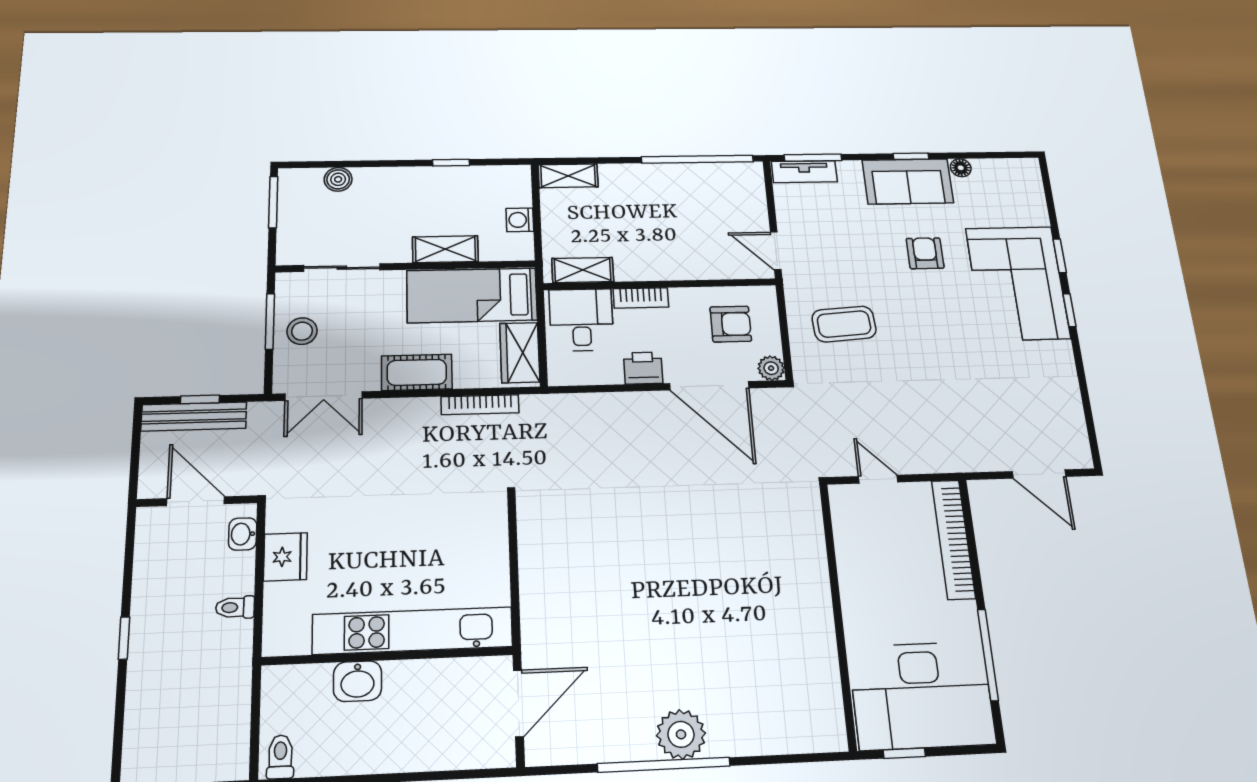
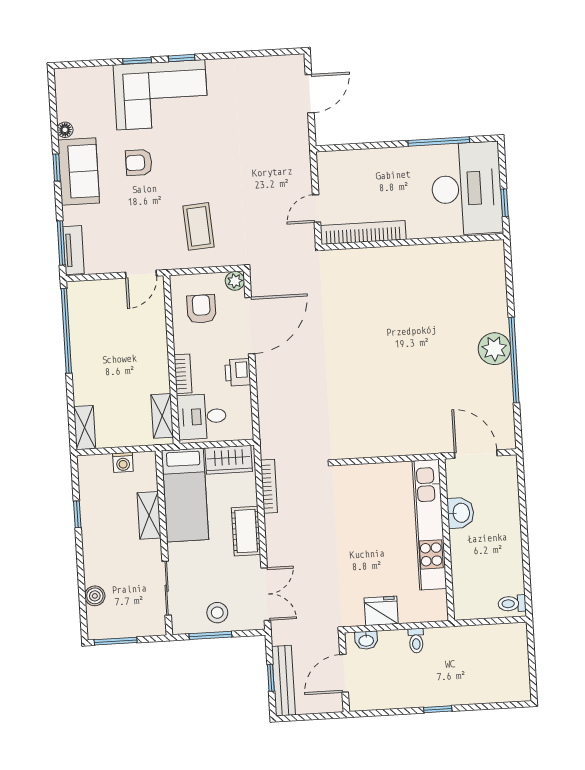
bookcase: (953, 539) -> (363, 232), moved, turned 180
washbasin: (357, 681) -> (461, 513), moved

